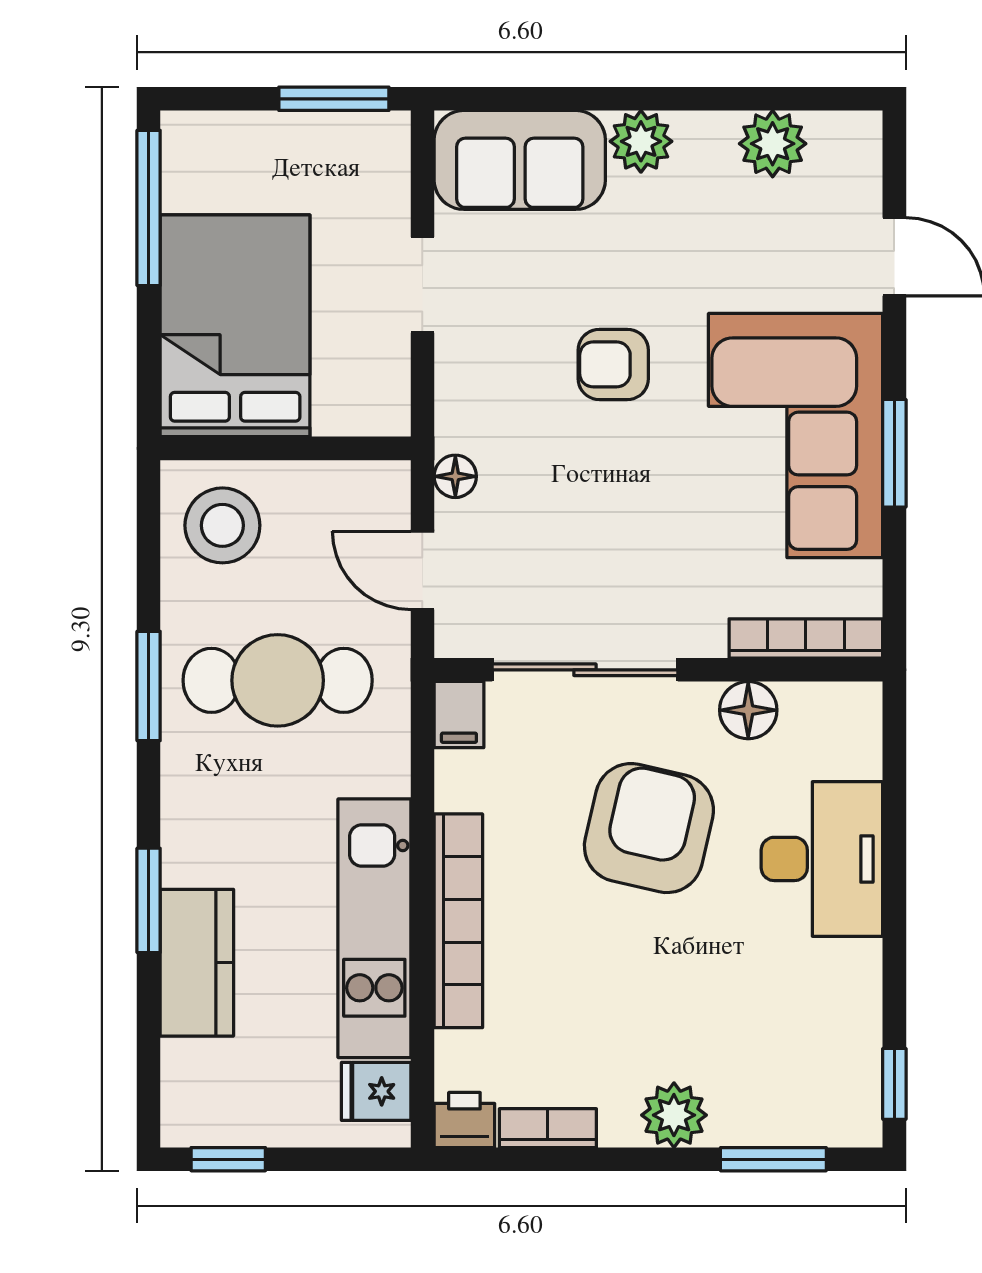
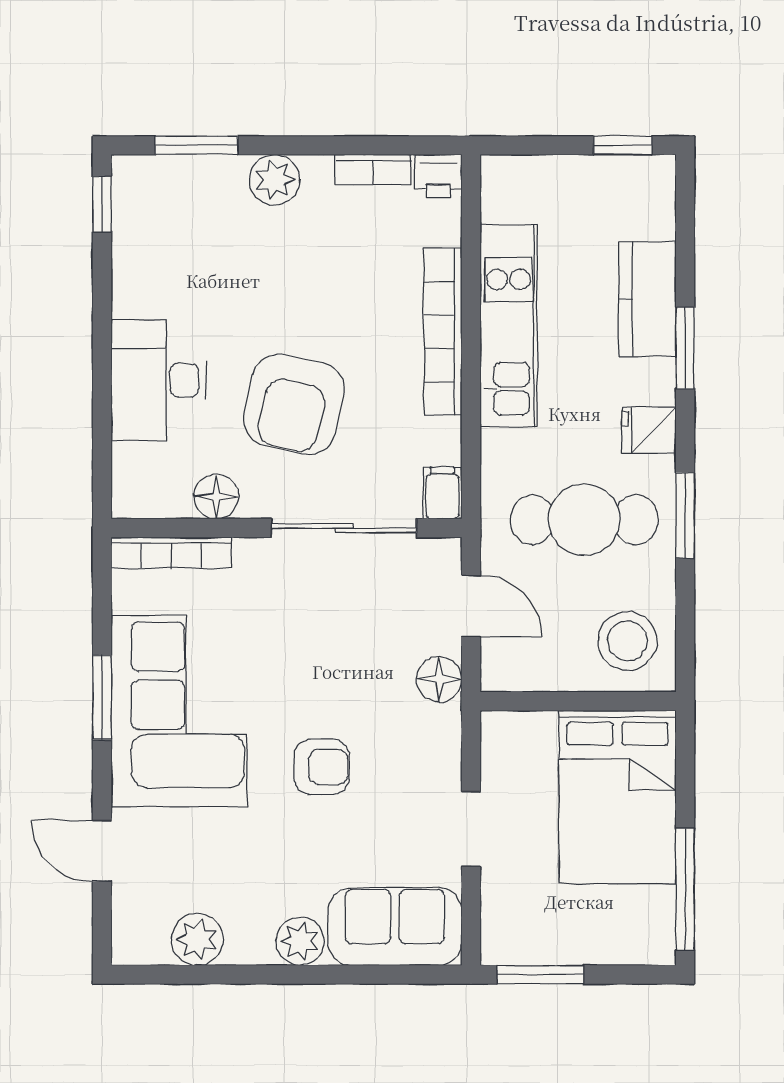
floor lamp: (455, 476) -> (439, 679), width x1.37, depth x1.37
fridge: (376, 1091) -> (649, 430), moved, turned 180

